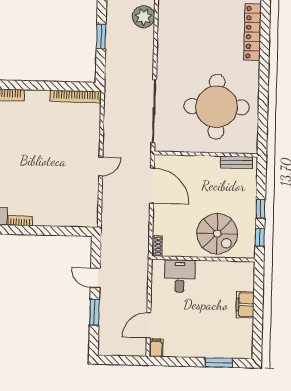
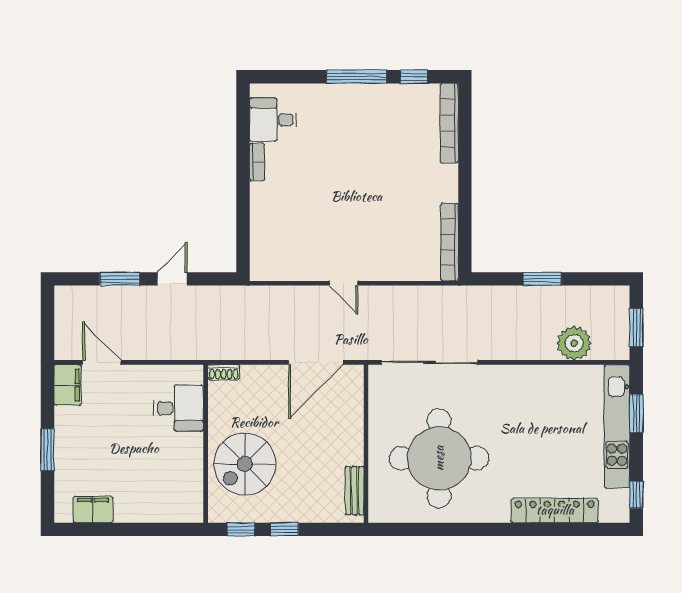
filing cabinet: (245, 305) -> (93, 509), moved
filing cabinet: (156, 348) -> (68, 385), width x2.00
window: (219, 363) -> (47, 450), moved

